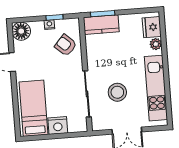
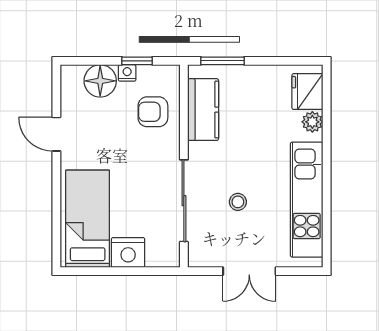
kitchen counter: (101, 25) -> (203, 110), moved, turned -90
floor lamp: (21, 31) -> (100, 81), moved
armchair: (66, 45) -> (153, 112), turned -42
stool: (117, 92) -> (238, 202), width x0.53, depth x0.53

